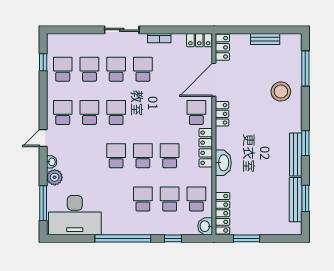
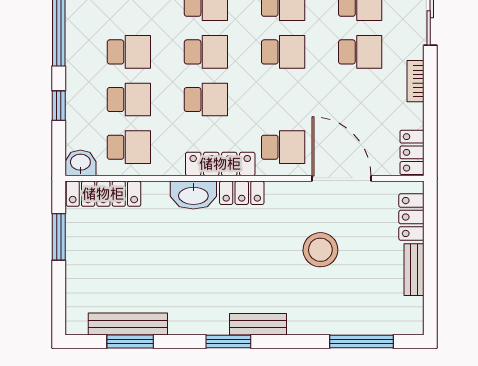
locker: (222, 47) -> (411, 217), moved, turned 90
stool: (281, 91) -> (320, 250), moved
school desk: (143, 112) -> (283, 52), added
locker: (222, 114) -> (242, 193), moved
bench: (296, 155) -> (258, 324), moved, width x0.73

